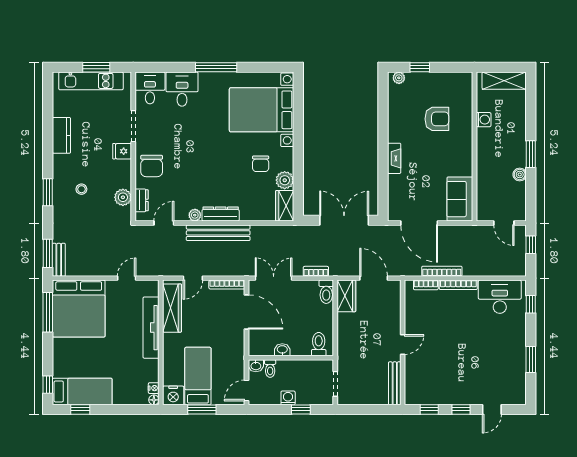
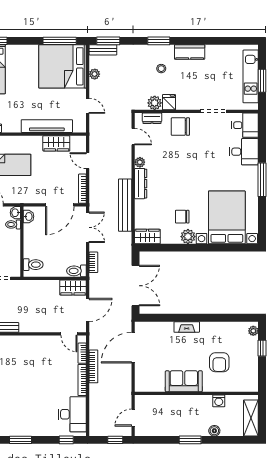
kitchen counter: (61, 135) -> (190, 52), moved
fridge: (122, 151) -> (169, 102), moved
boiler: (520, 174) -> (214, 431), moved
plant: (285, 180) -> (188, 237), moved
sofa: (460, 199) -> (184, 381), moved
bench: (218, 233) -> (125, 205), moved
plant: (88, 270) -> (95, 74), added
wardrobe: (172, 308) -> (56, 143), width x0.67
door: (403, 345) -> (69, 334), moved
washbasin: (282, 350) -> (29, 216), moved

